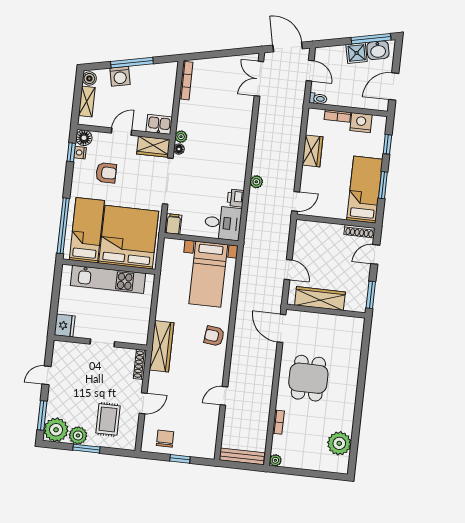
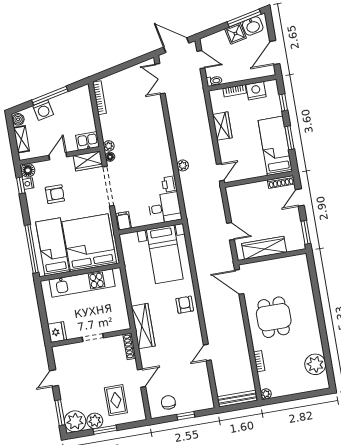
armchair: (214, 336) -> (185, 305), turned 83

